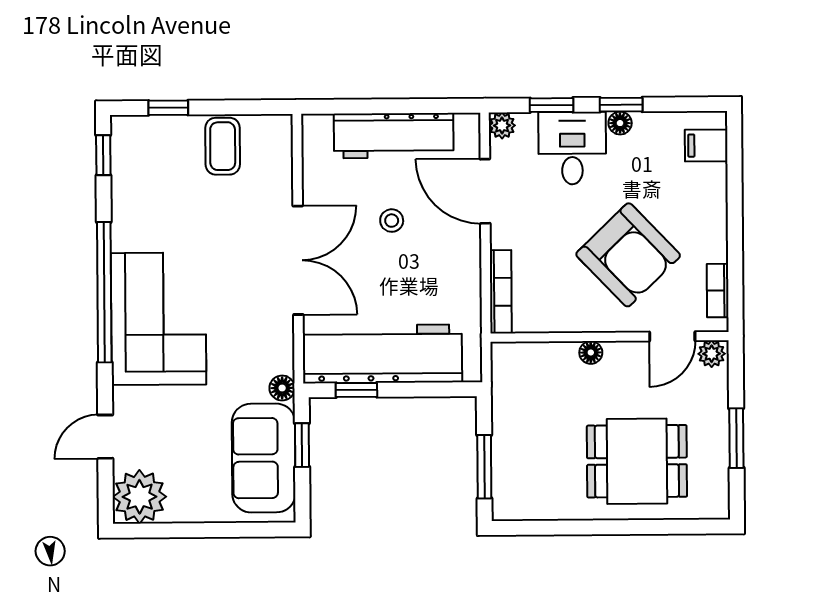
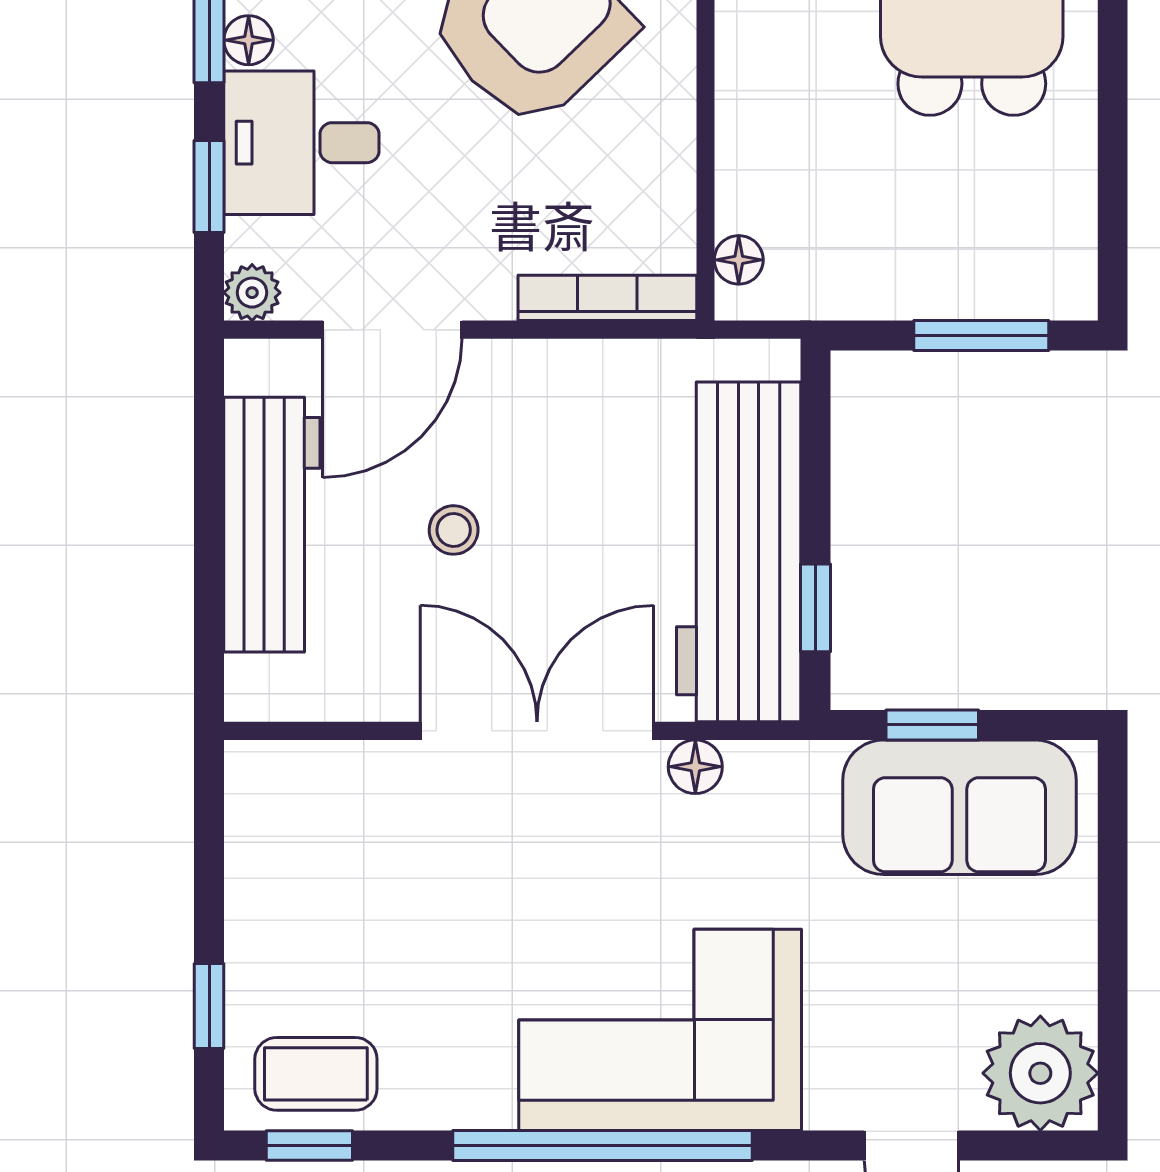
coffee table: (223, 146) -> (316, 1074), moved
floor lamp: (591, 353) -> (739, 260), moved
floor lamp: (282, 388) -> (695, 767), moved

